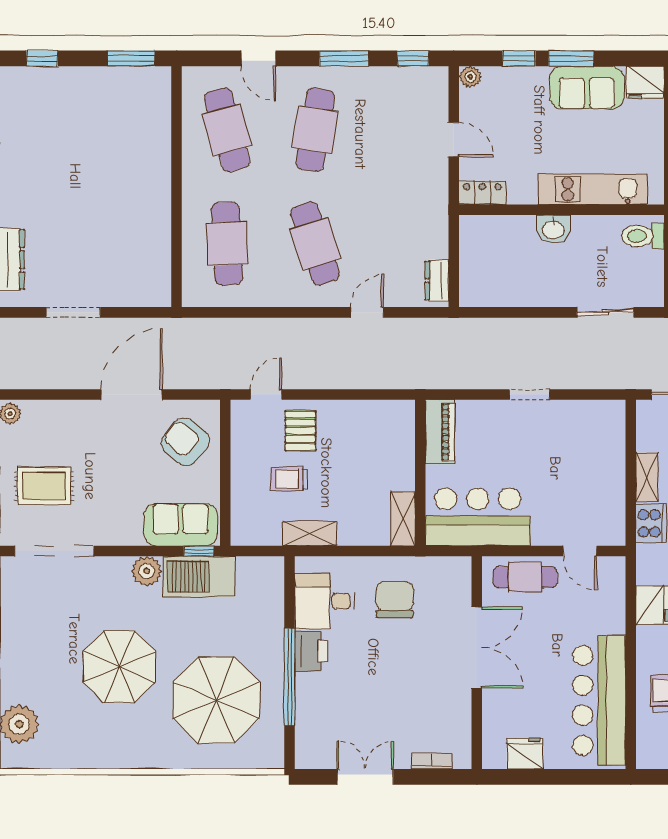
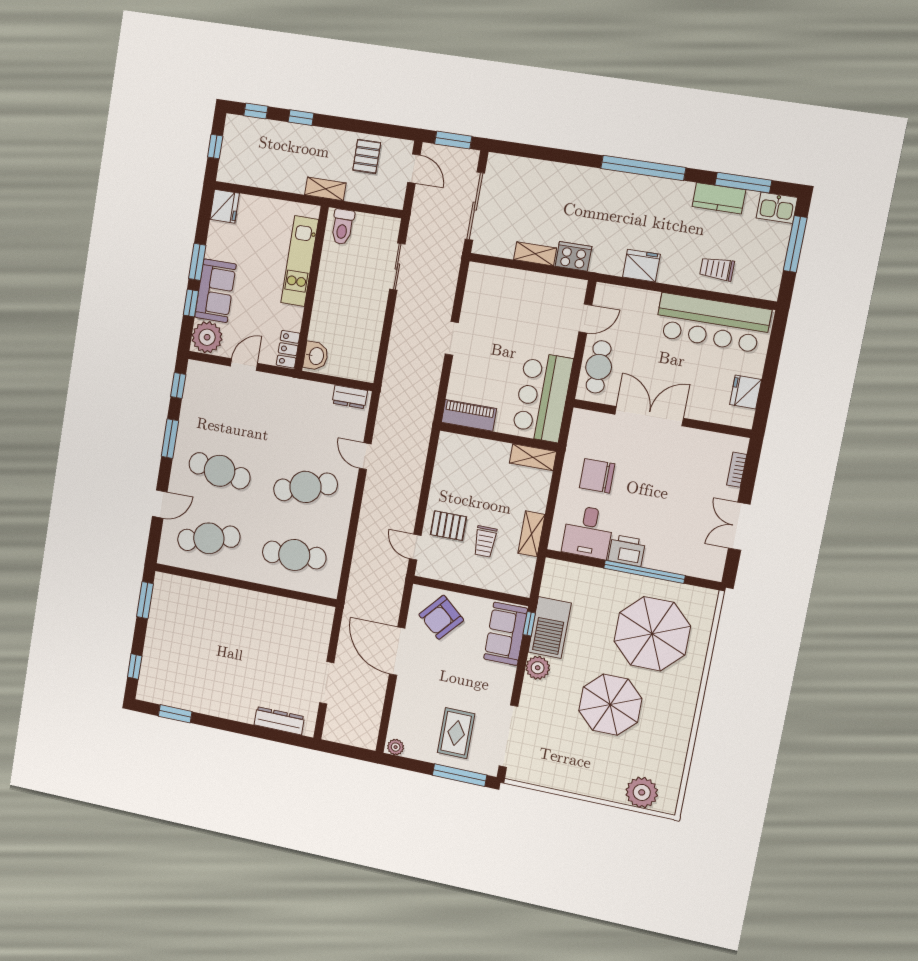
plant: (470, 77) -> (207, 337), width x1.88, depth x1.88
sofa: (587, 88) -> (215, 291), moved
washbasin: (553, 229) -> (316, 356), moved

